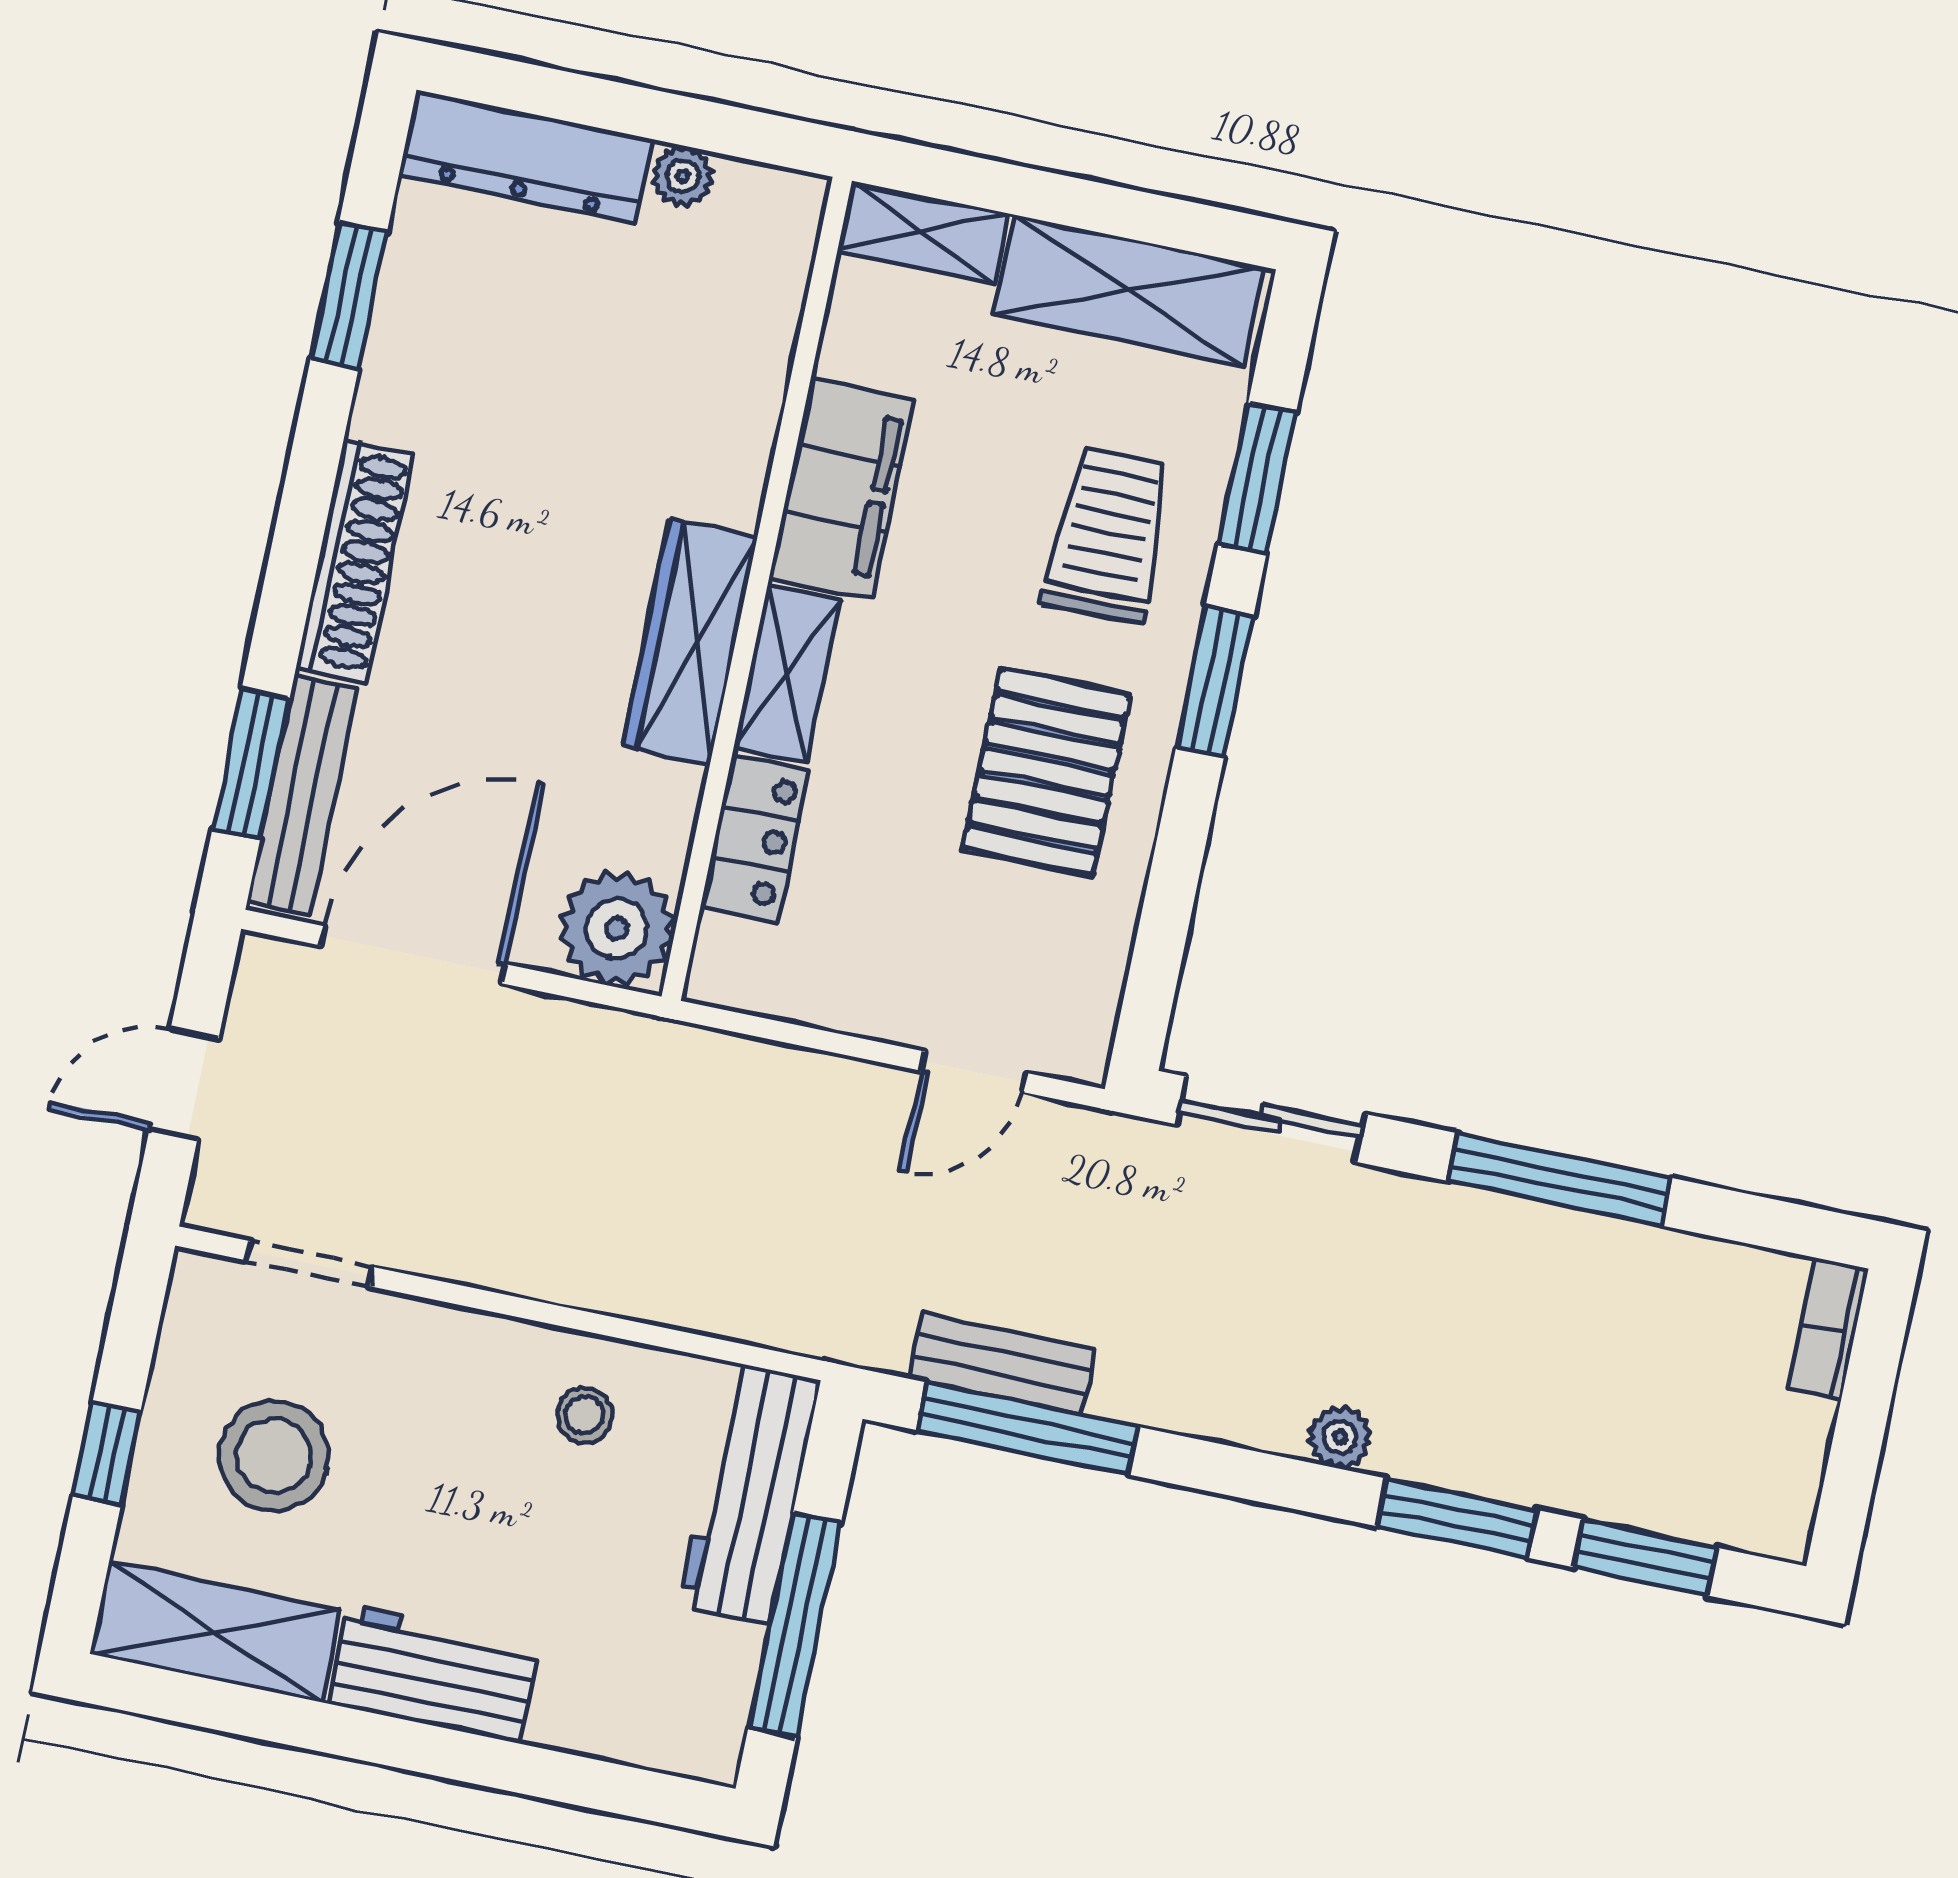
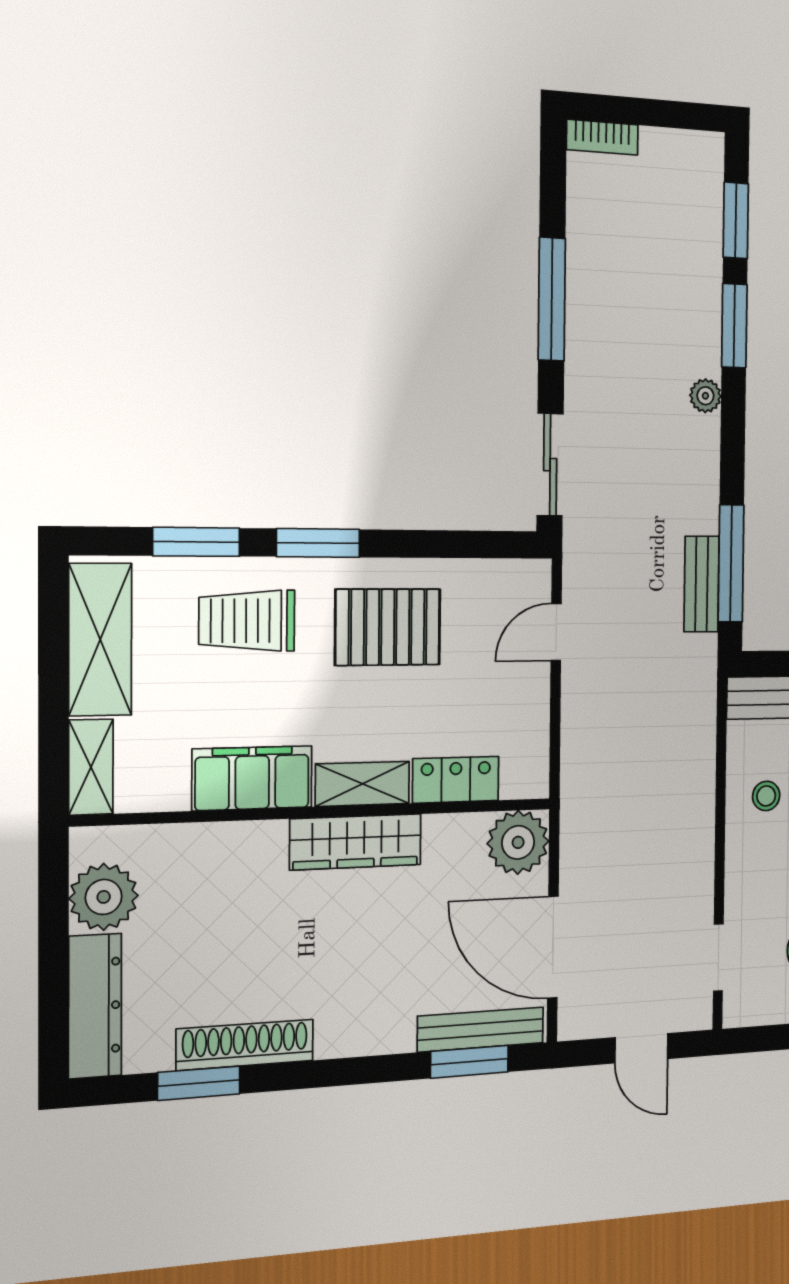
plant: (683, 176) -> (104, 897), width x1.88, depth x1.88
shoe rack: (355, 561) -> (245, 1045), moved
door: (973, 1072) -> (556, 632), swing flipped

